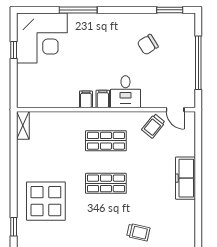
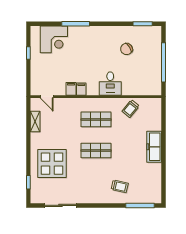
corner desk: (42, 38) -> (54, 39), width x0.74, depth x0.74
filing cabinet: (103, 99) -> (71, 89), moved
door: (175, 110) -> (47, 97), moved
shelving: (23, 125) -> (35, 122), moved

